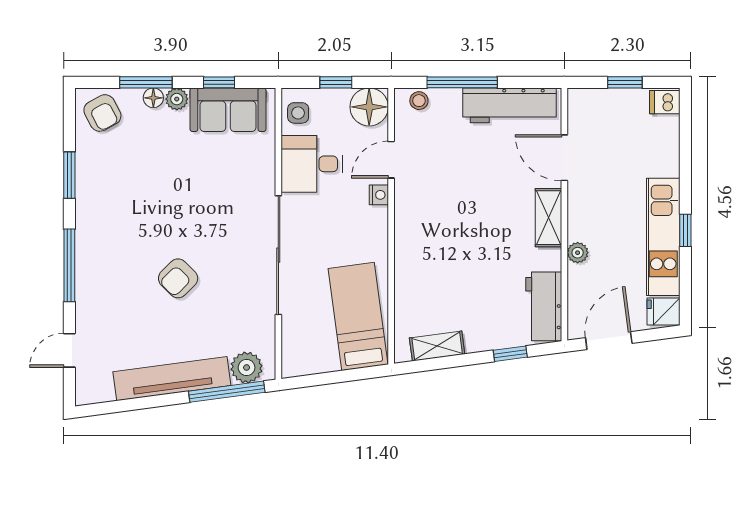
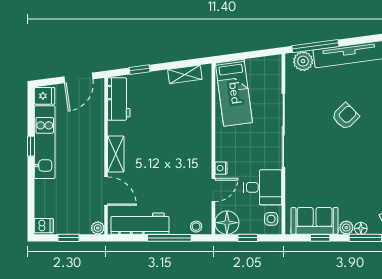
plant: (578, 253) -> (98, 228), moved

